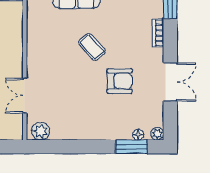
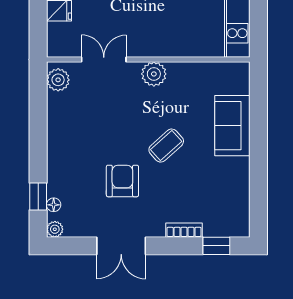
plant: (36, 56) -> (154, 74), added
armchair: (120, 81) -> (122, 181), turned 180
window: (132, 147) -> (38, 196), width x0.67

